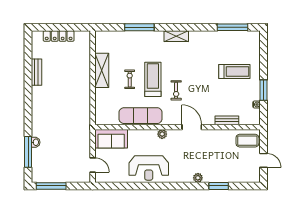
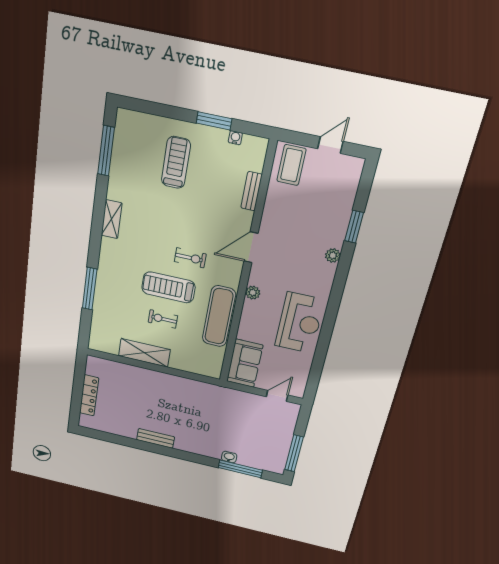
shelving: (176, 36) -> (112, 219), moved
bench: (36, 72) -> (156, 438), moved

